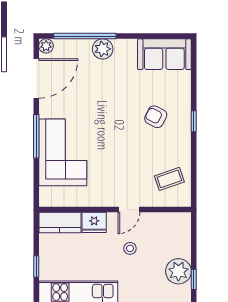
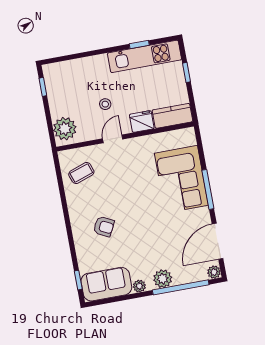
plant: (129, 46) -> (139, 286), added
window: (194, 121) -> (78, 280), moved
plant: (178, 271) -> (65, 129), moved

